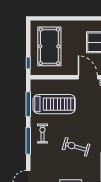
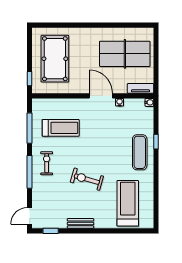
treadmill: (54, 104) -> (61, 128), width x0.73, depth x0.73

